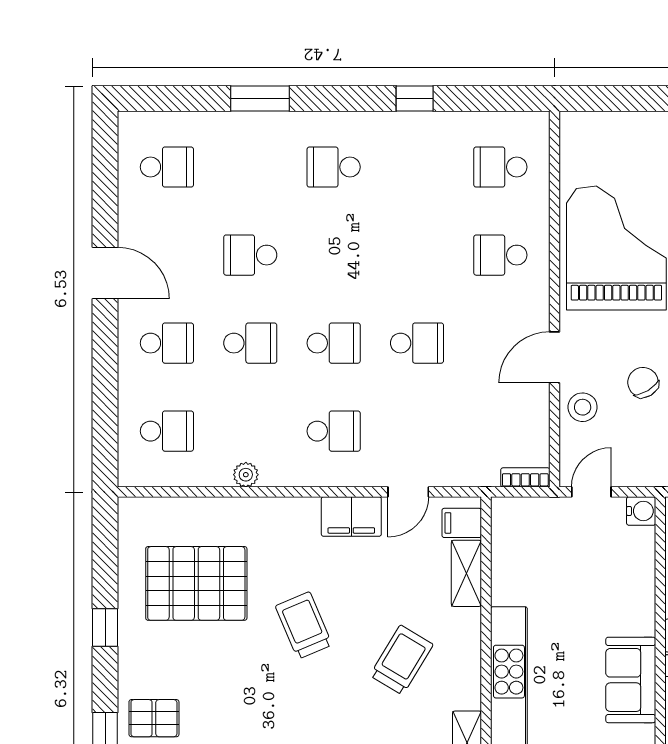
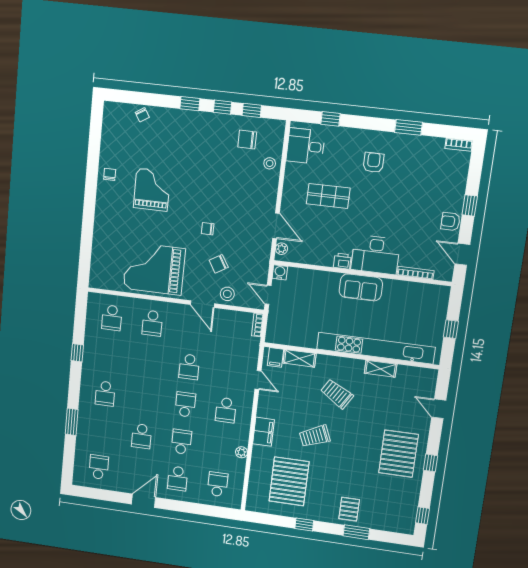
school desk: (167, 343) -> (178, 478), turned 180
school desk: (417, 343) -> (189, 367), turned 180
school desk: (334, 431) -> (226, 410), turned 180
filing cabinet: (351, 517) -> (264, 432), moved

